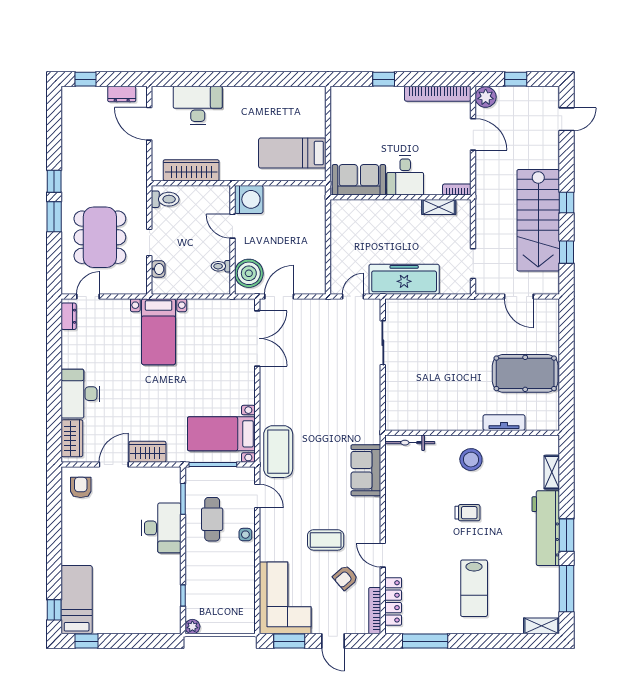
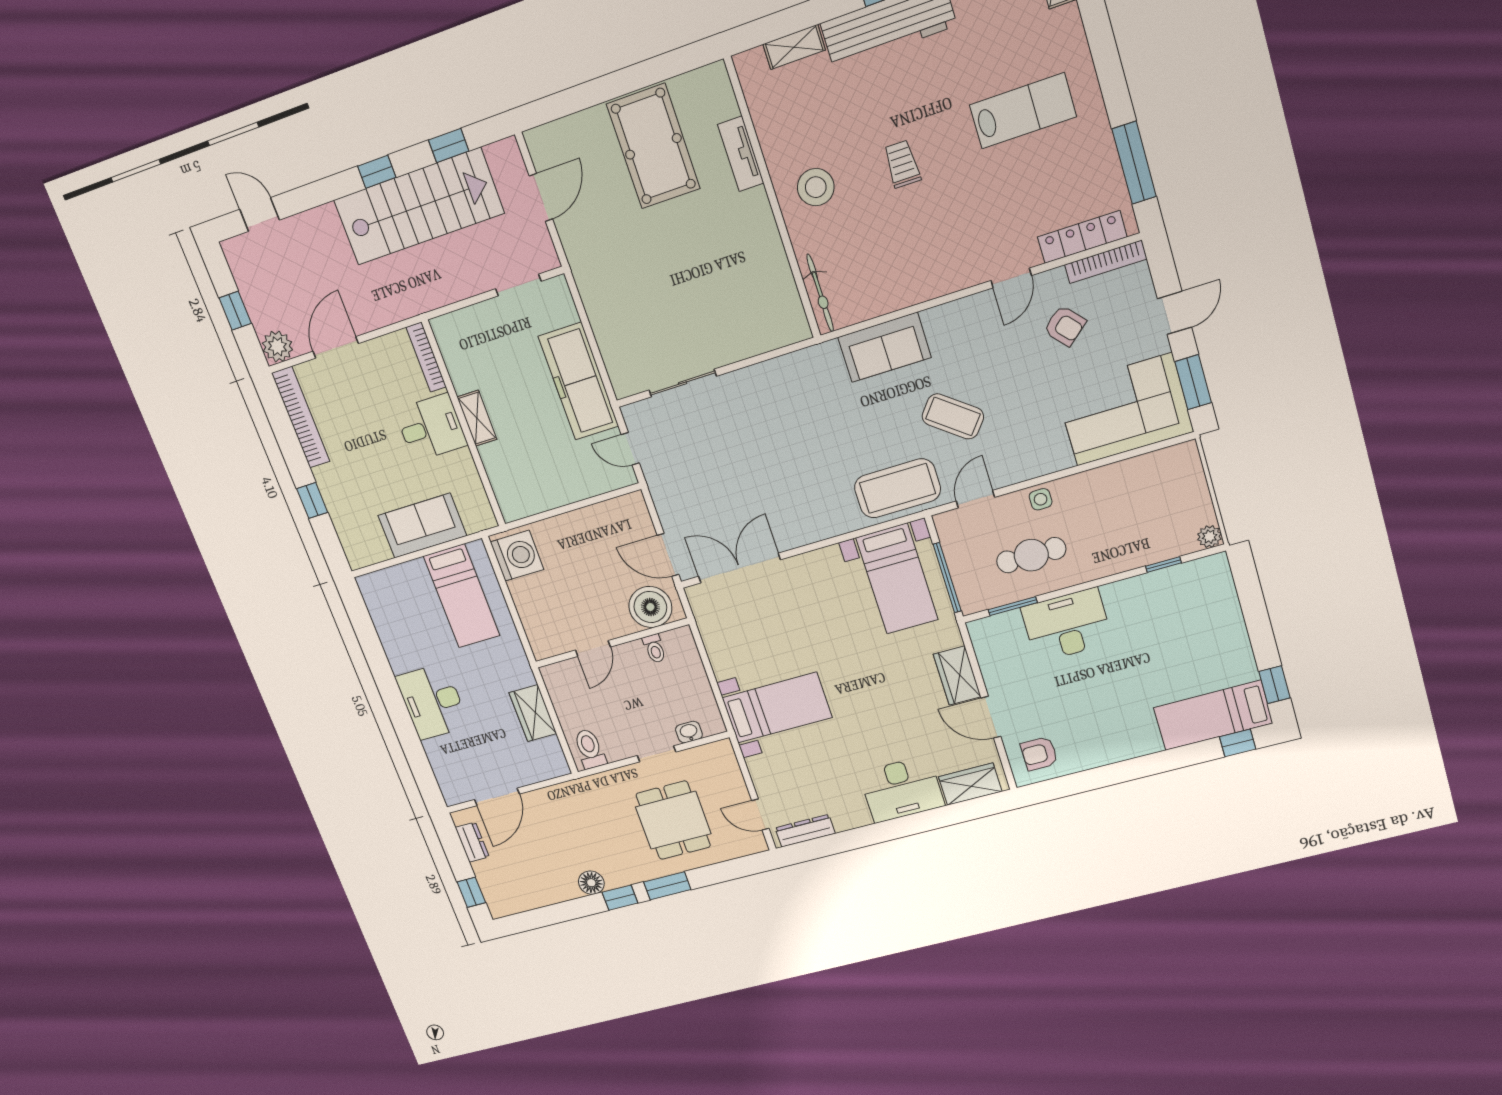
desk: (198, 105) -> (432, 702), moved
floor lamp: (70, 165) -> (591, 883), added
wardrobe: (191, 170) -> (533, 713), width x0.67
sofa: (359, 180) -> (422, 526), moved, turned 90
bookcase: (457, 190) -> (426, 357), width x1.56
washing machine: (249, 199) -> (517, 556), moved, turned 90
shelving: (439, 207) -> (477, 418), moved
dining table: (100, 237) -> (673, 820), width x0.73
dresser: (69, 316) -> (805, 831), width x1.44
coffee table: (326, 540) -> (953, 416), moved, turned -52

